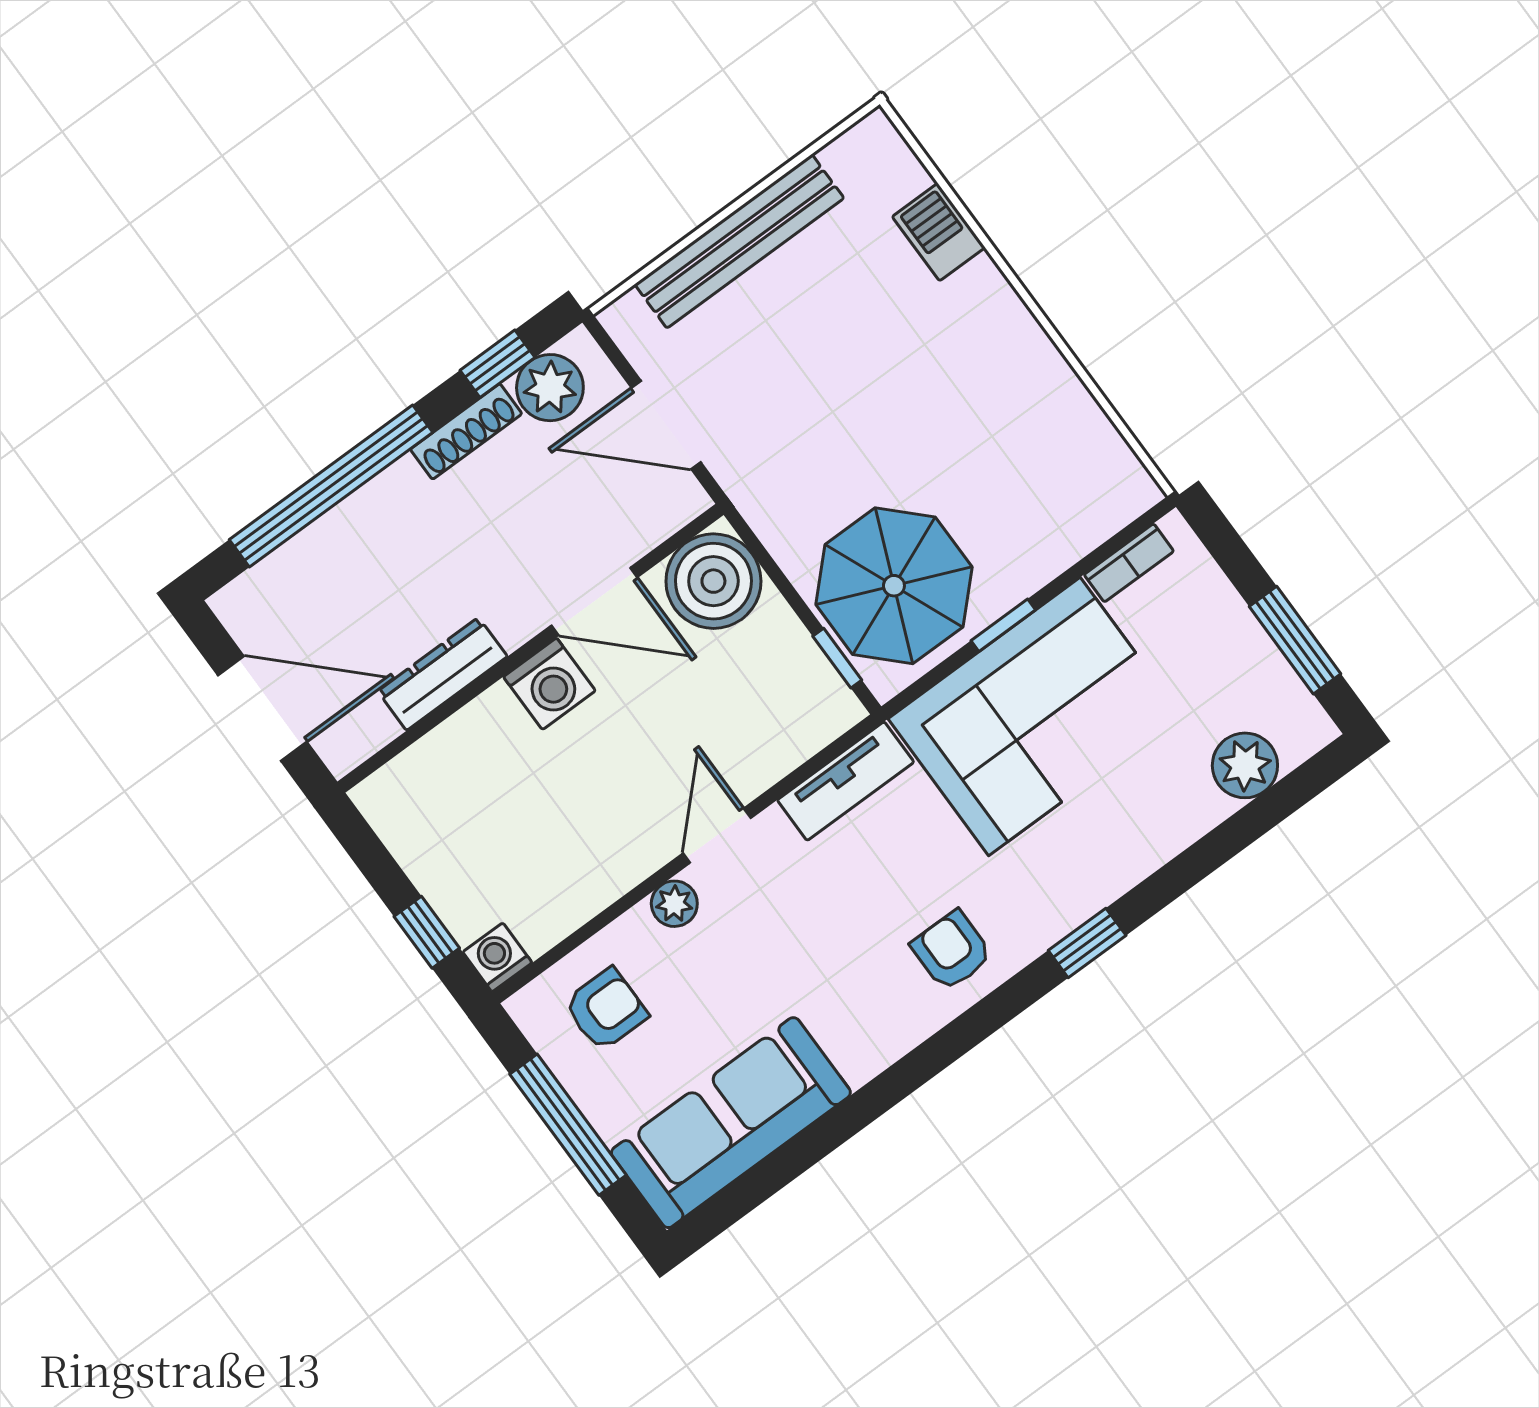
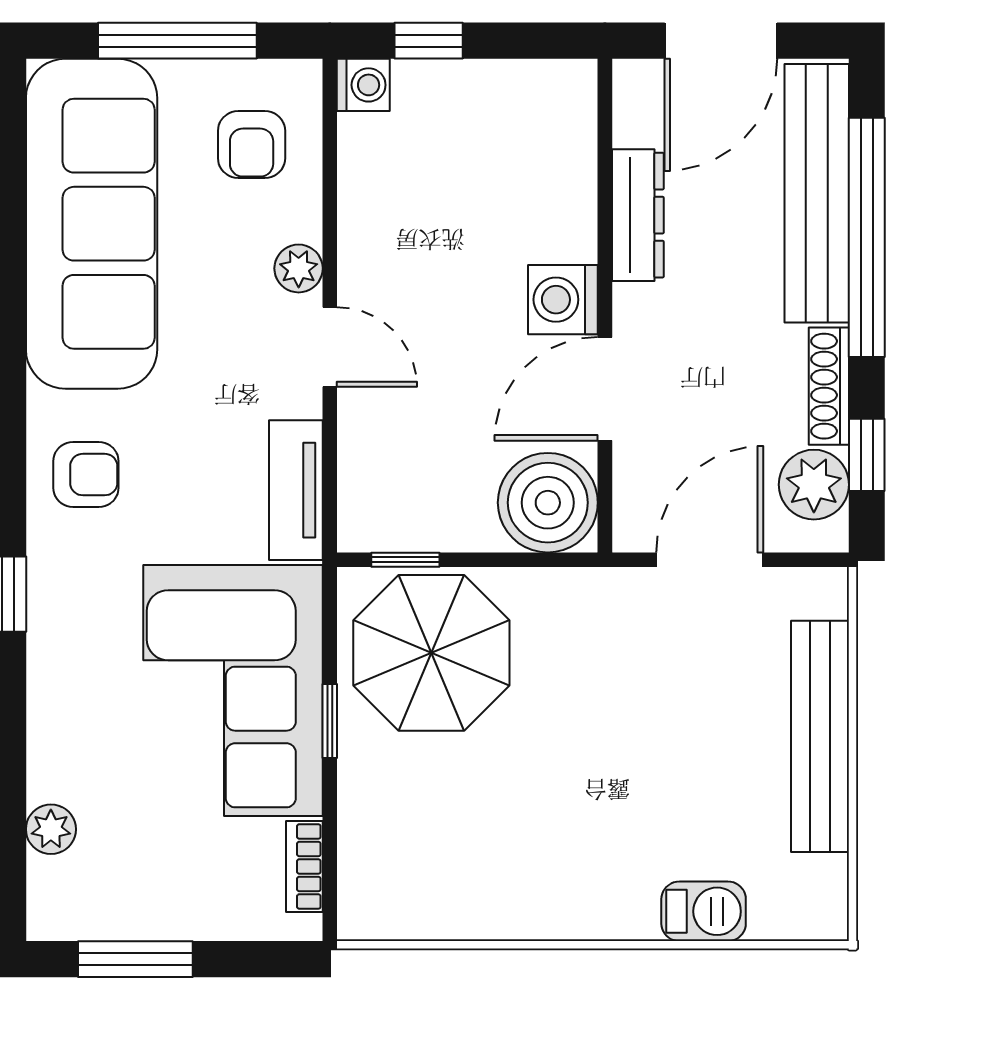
bench: (325, 549) -> (817, 193), added
plant: (1245, 765) -> (51, 829), width x0.73, depth x0.73
sofa: (731, 1123) -> (92, 224), width x1.36, depth x1.27

